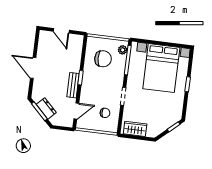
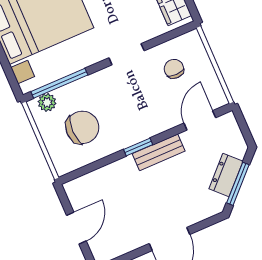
chair: (103, 59) -> (82, 127), turned 92
door: (76, 111) -> (200, 120), hinge flipped

